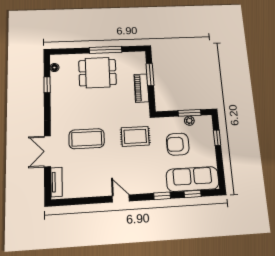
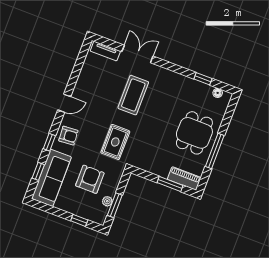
piano: (141, 88) -> (184, 178), moved
armchair: (148, 181) -> (68, 136), added

